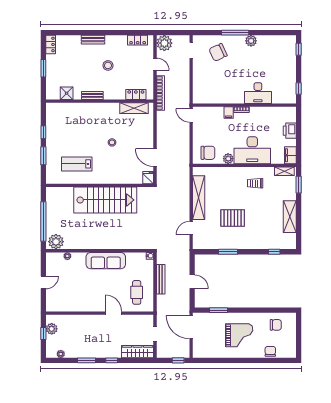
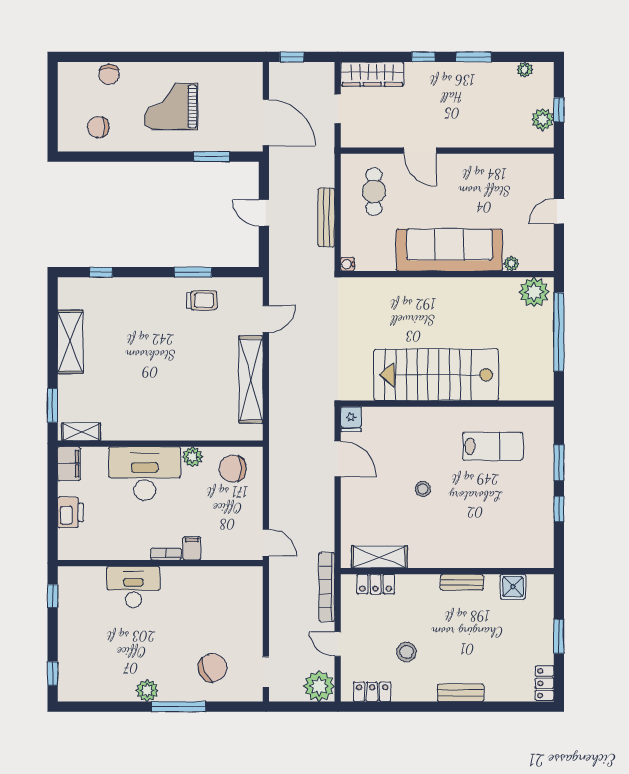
stool: (108, 65) -> (406, 652), moved
trolley: (255, 183) -> (202, 300), moved
pallet: (233, 218) -> (184, 339), removed
sofa: (106, 261) -> (449, 250), width x1.36, depth x1.27

